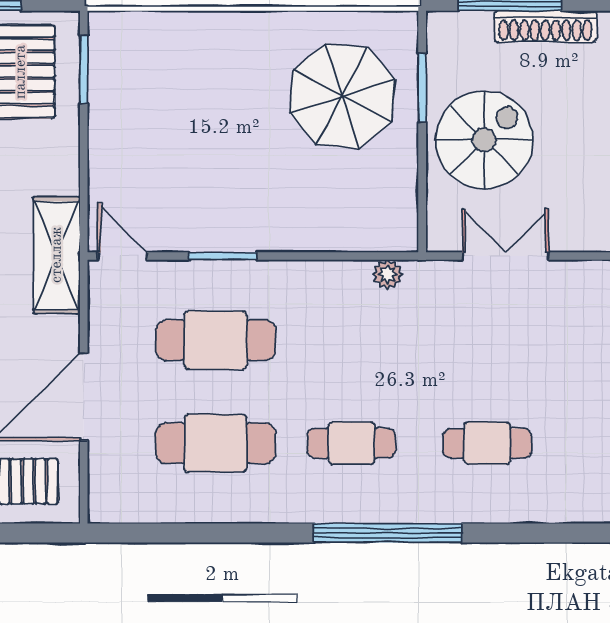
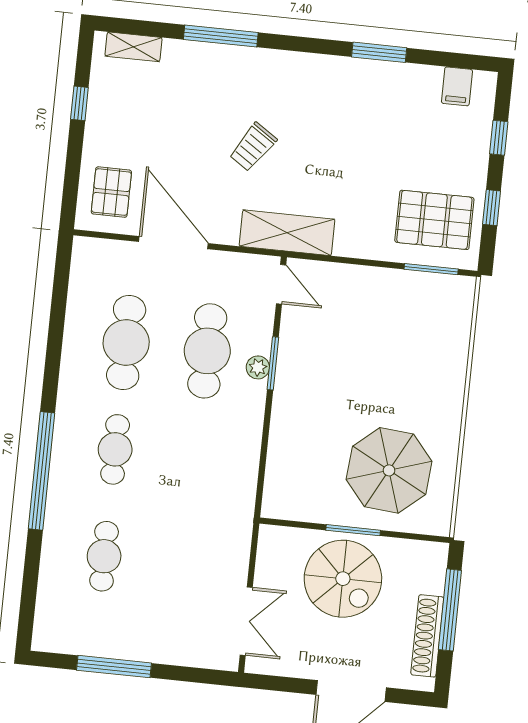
window: (422, 88) -> (353, 530), moved
door: (122, 256) -> (281, 284), hinge flipped
double door: (505, 256) -> (246, 621), moved
plant: (388, 274) -> (258, 367), moved

